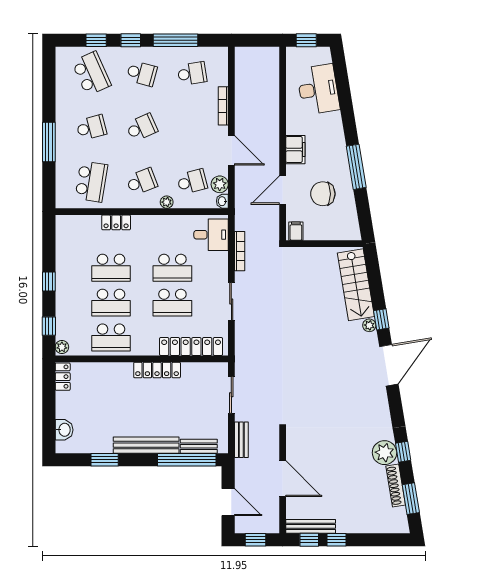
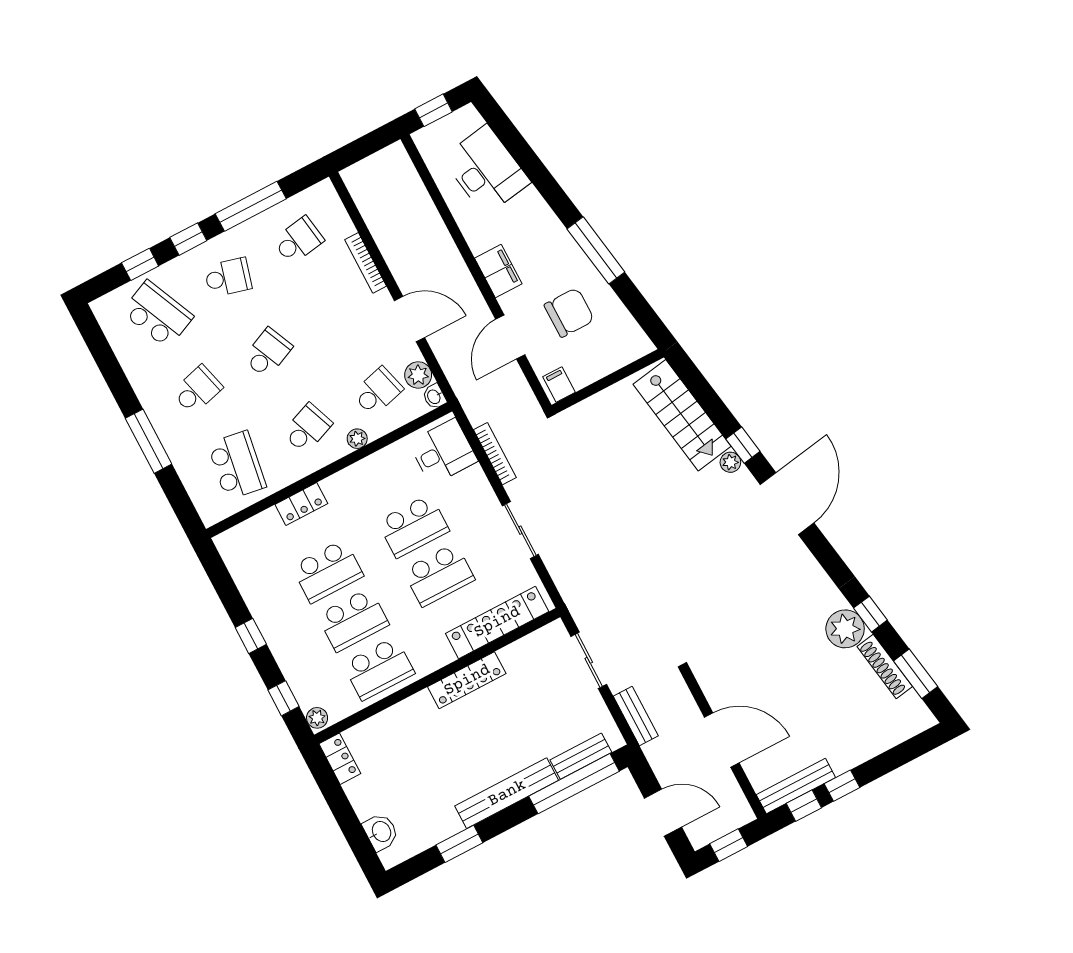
chair: (323, 194) -> (569, 313), turned 180

